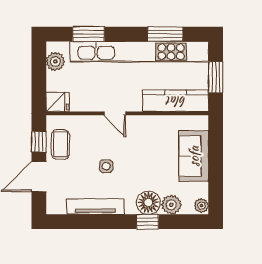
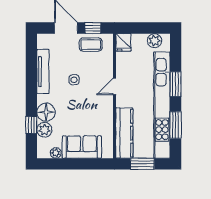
window: (88, 34) -> (176, 84), moved
plant: (201, 206) -> (56, 153), moved
window: (148, 222) -> (31, 125), moved

